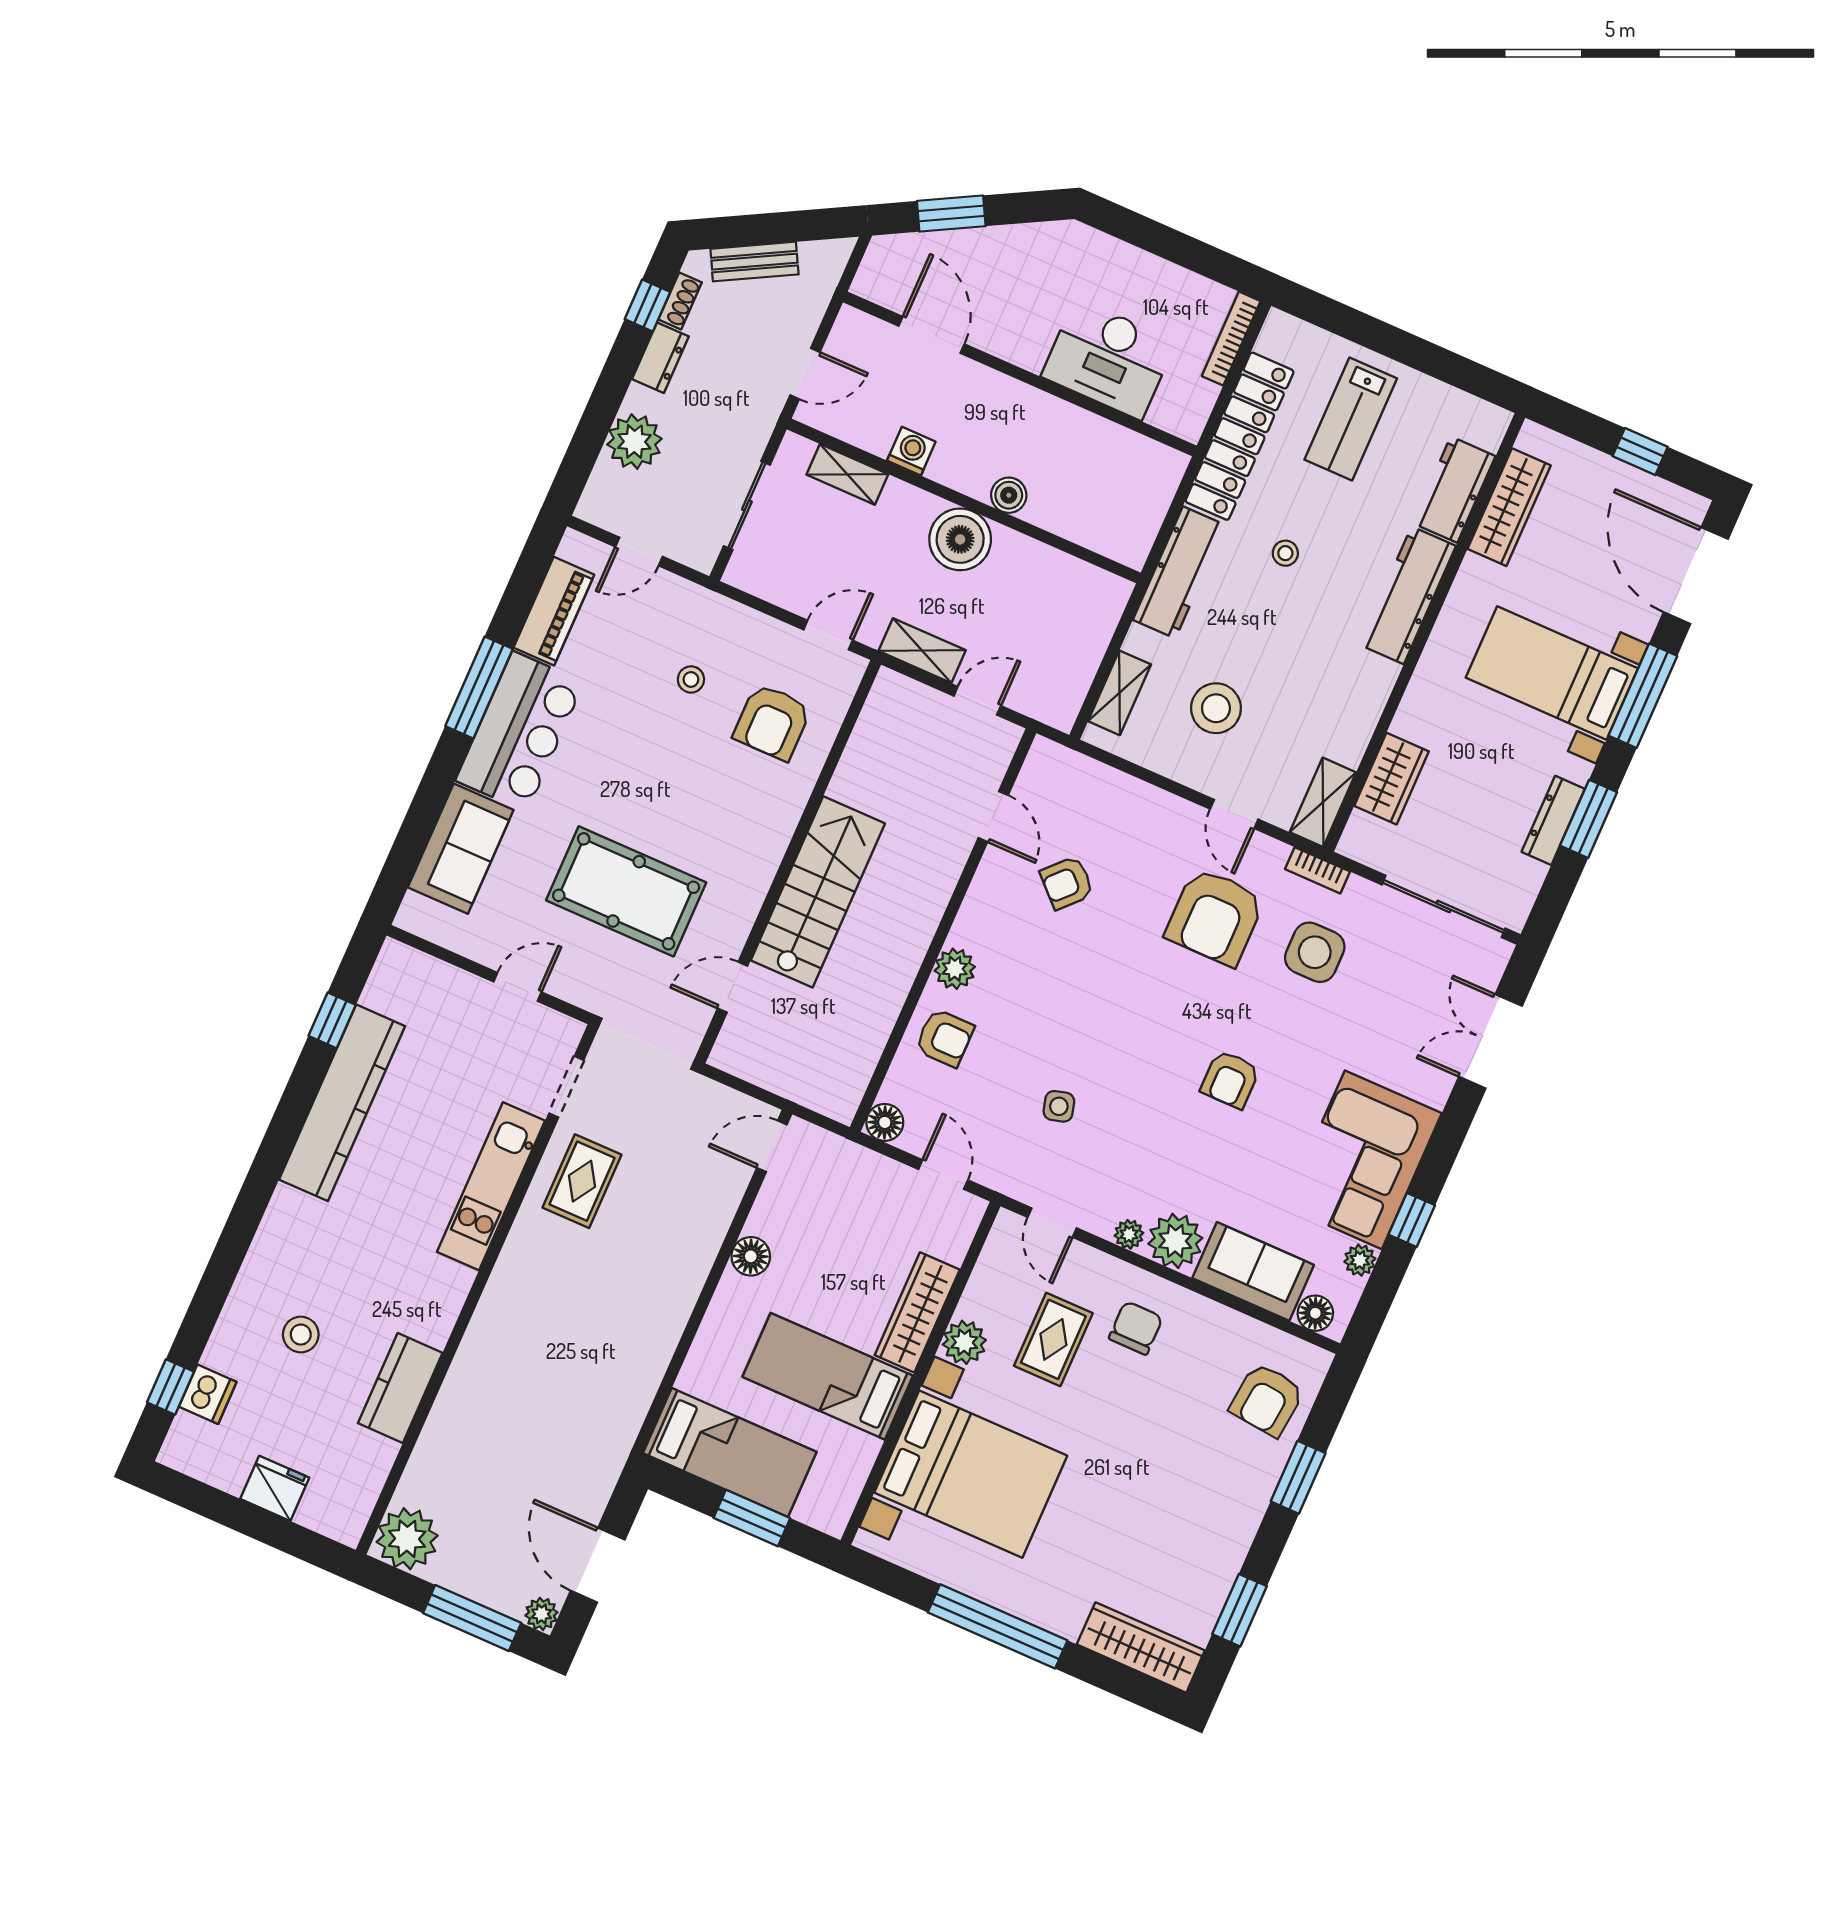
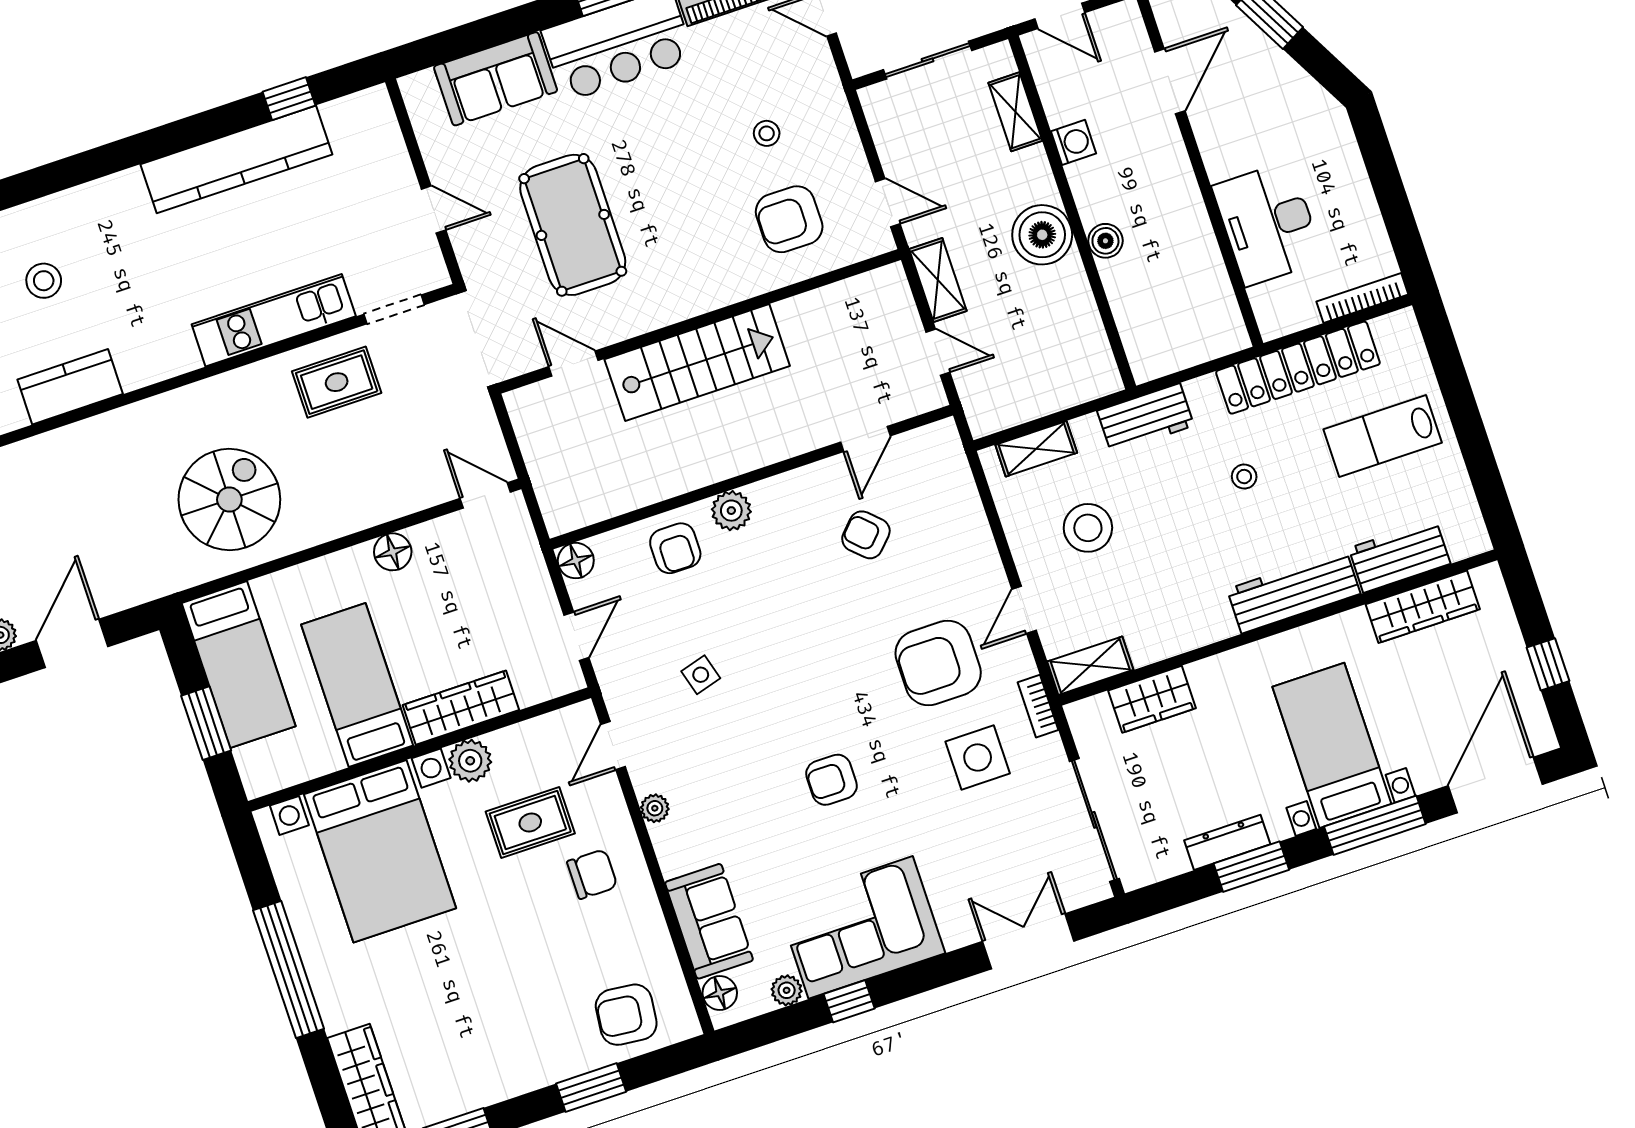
workbench: (1179, 572) -> (1146, 418), width x0.73
plant: (1175, 1241) -> (680, 846), removed
spiral stairs: (597, 1345) -> (229, 499), added

